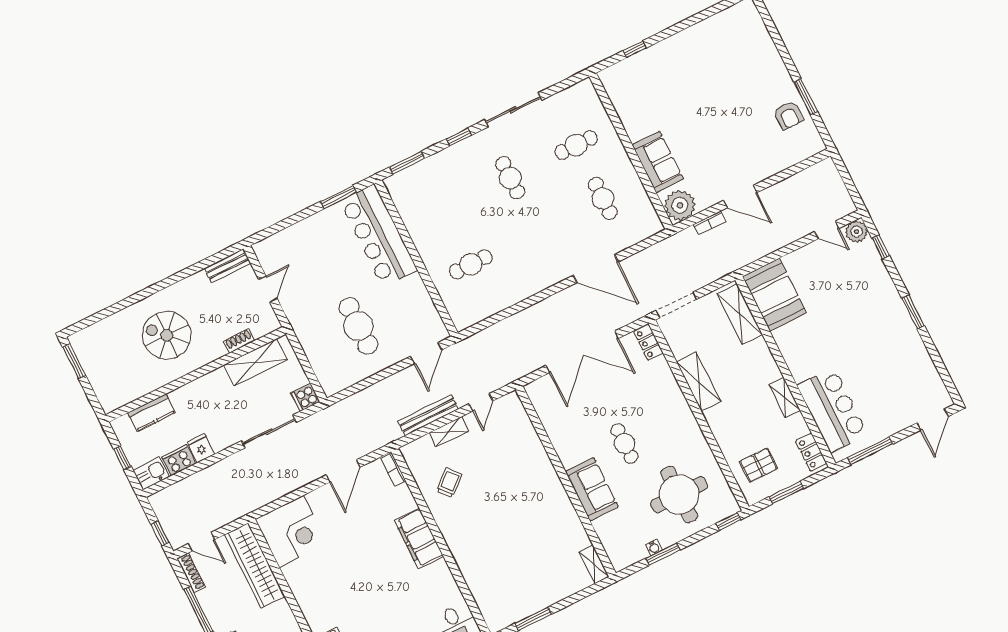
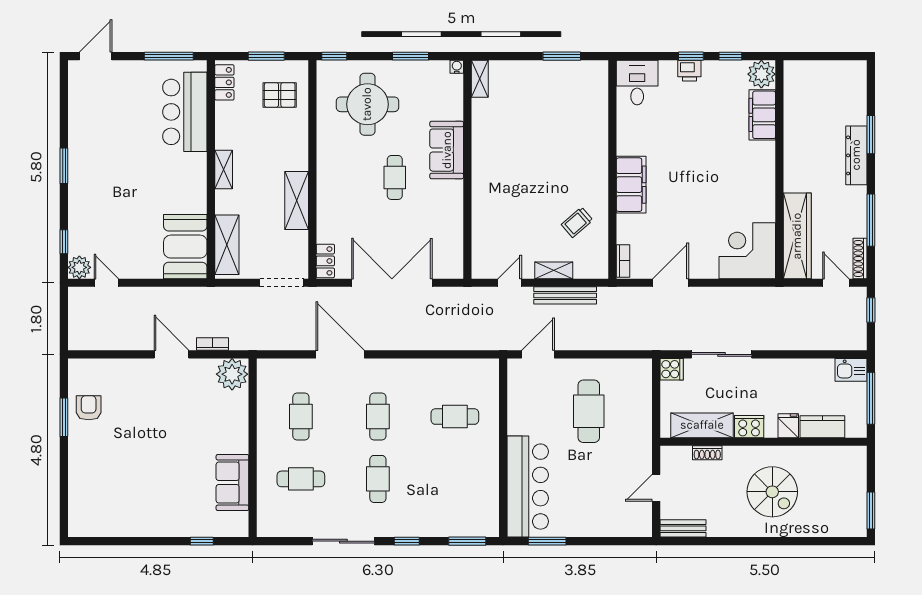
sofa: (658, 162) -> (232, 483), moved
cafe table: (537, 231) -> (378, 417), added
shelving: (785, 397) -> (224, 169), moved
fridge: (201, 448) -> (788, 426), moved, turned 180
window: (122, 458) -> (871, 398), width x2.17
cooker: (179, 460) -> (749, 427), moved, turned 180
water cooler: (654, 547) -> (457, 67), moved

